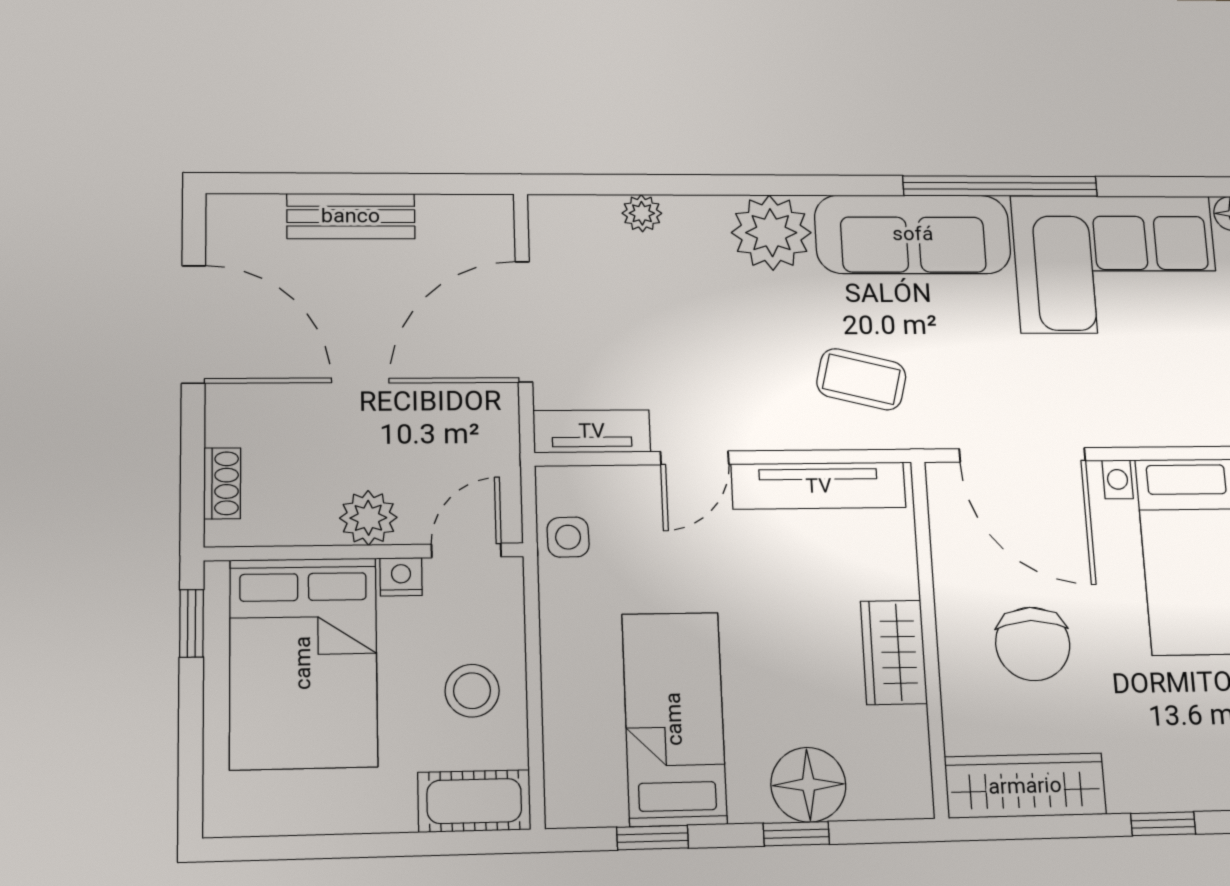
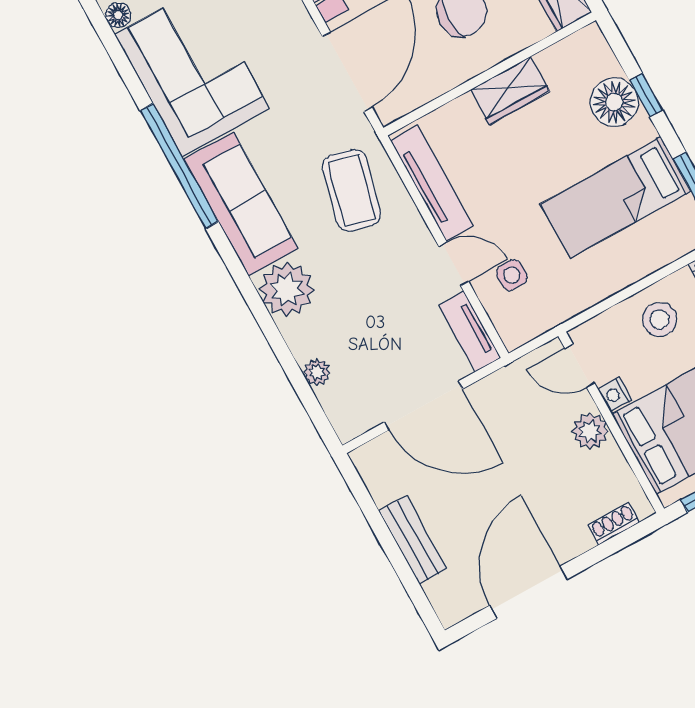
coffee table: (861, 379) -> (351, 190), width x1.36, depth x1.30
side table: (568, 537) -> (512, 275), moved

